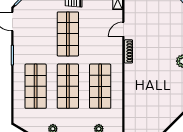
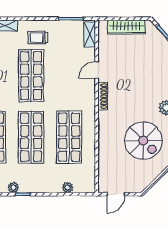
spiral stairs: (163, 89) -> (143, 141), added

